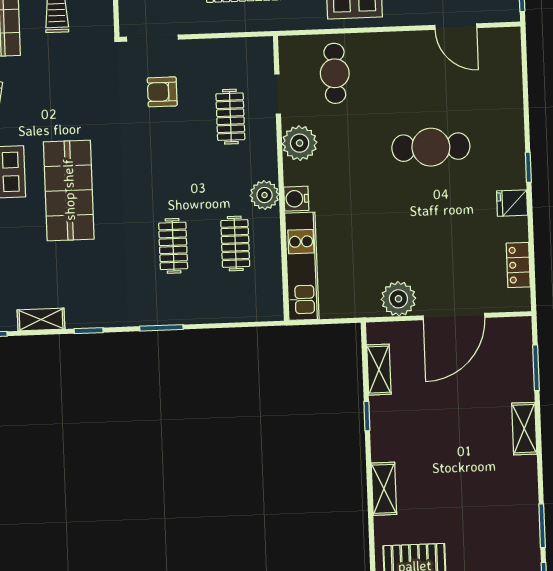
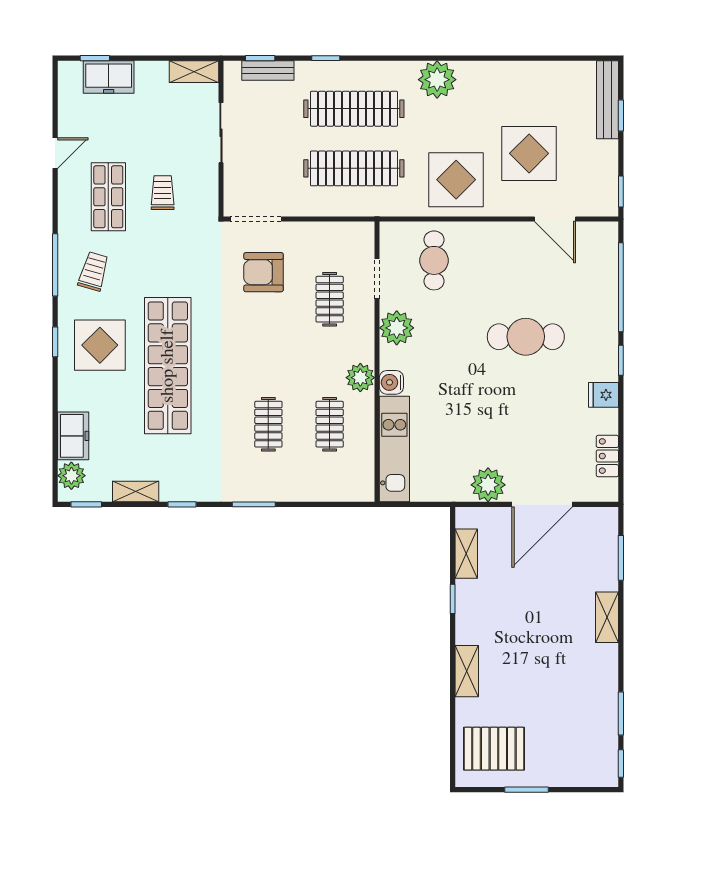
armchair: (162, 92) -> (263, 272), width x1.38, depth x1.38
window: (525, 93) -> (621, 287), added
shop shelf: (69, 190) -> (168, 366), width x1.40

